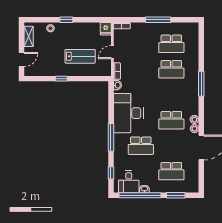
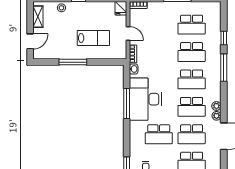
door: (112, 52) -> (128, 34), swing flipped
window: (201, 56) -> (224, 38), added
window: (61, 79) -> (73, 62), width x2.17
school desk: (171, 95) -> (192, 79), added
window: (111, 137) -> (127, 104), moved
school desk: (171, 146) -> (192, 134), added

